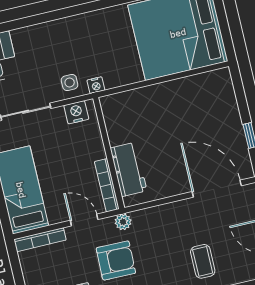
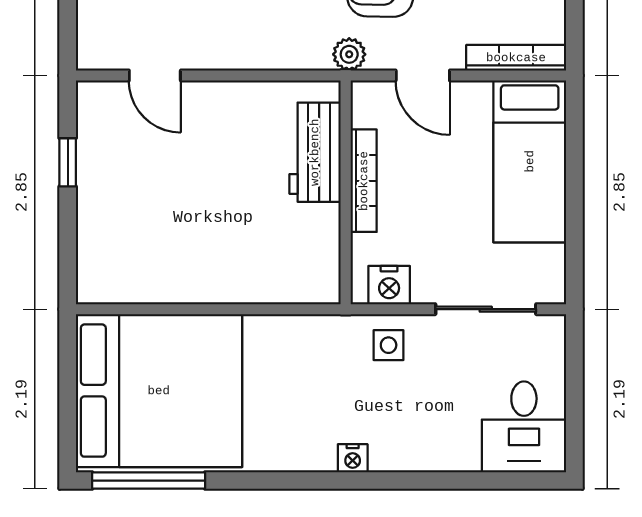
nightstand: (96, 85) -> (353, 458), moved, turned 180
bookcase: (107, 185) -> (364, 181), moved
door: (217, 189) -> (155, 76), width x0.53

